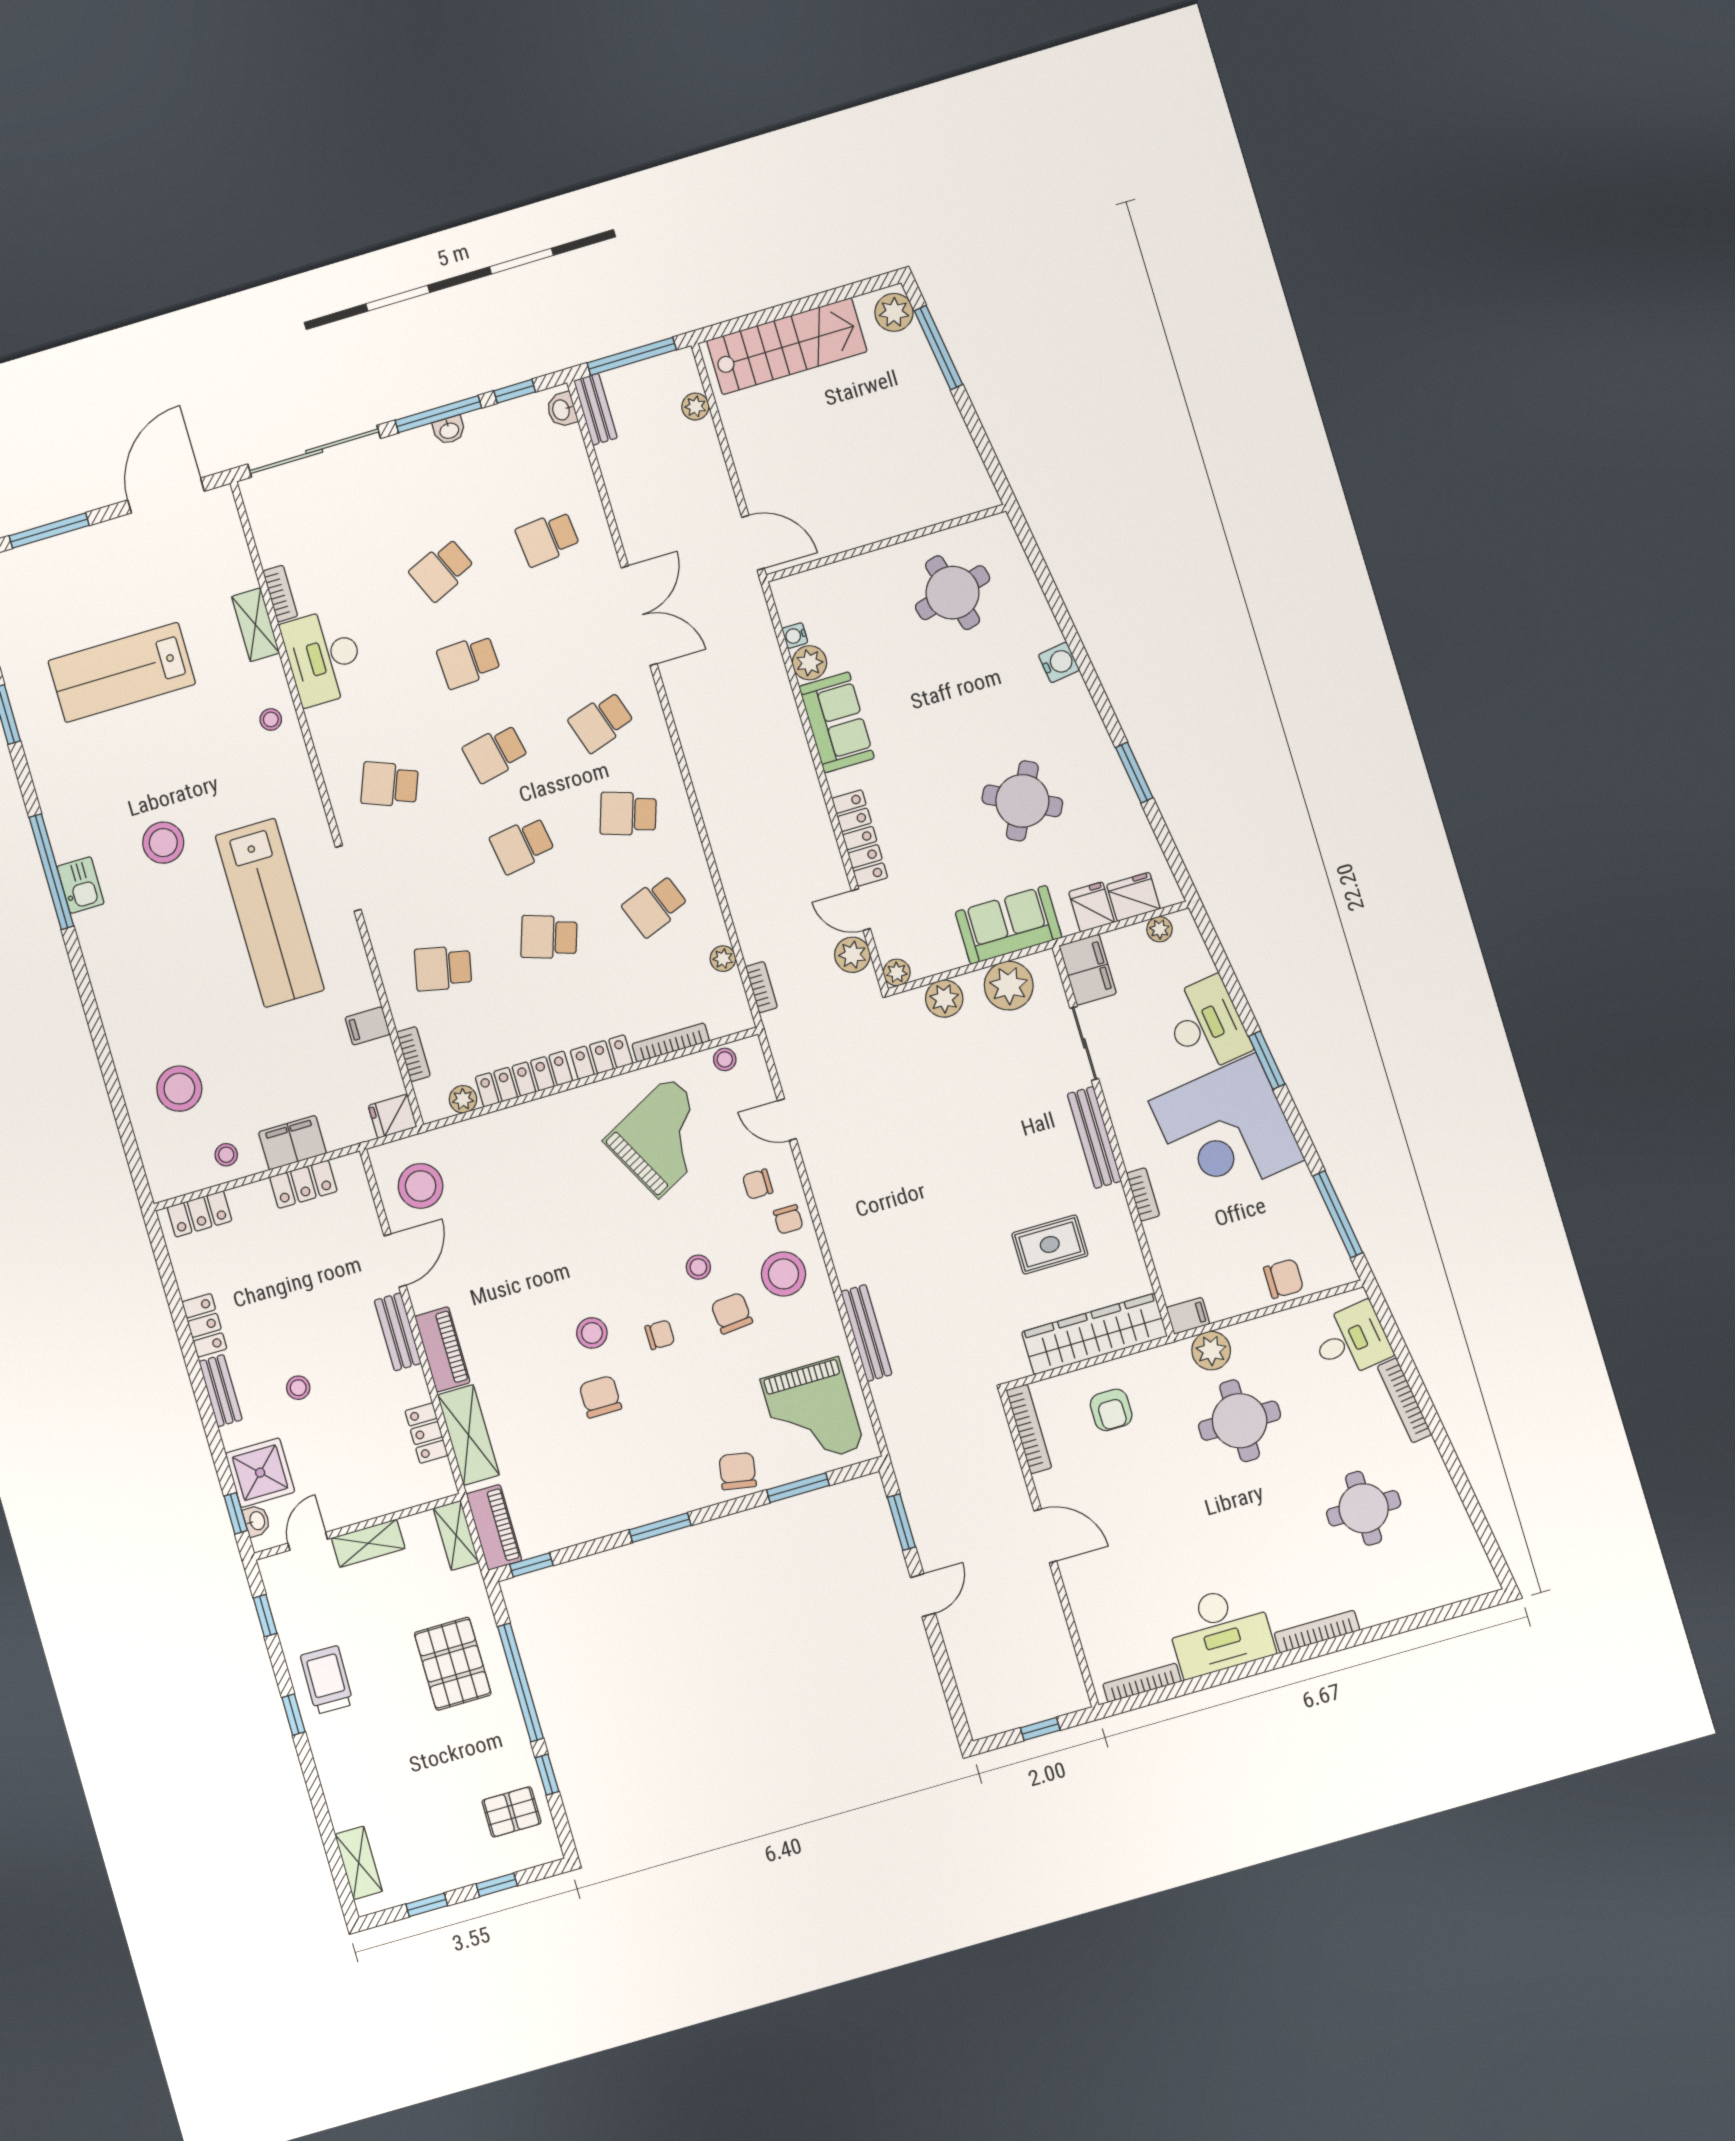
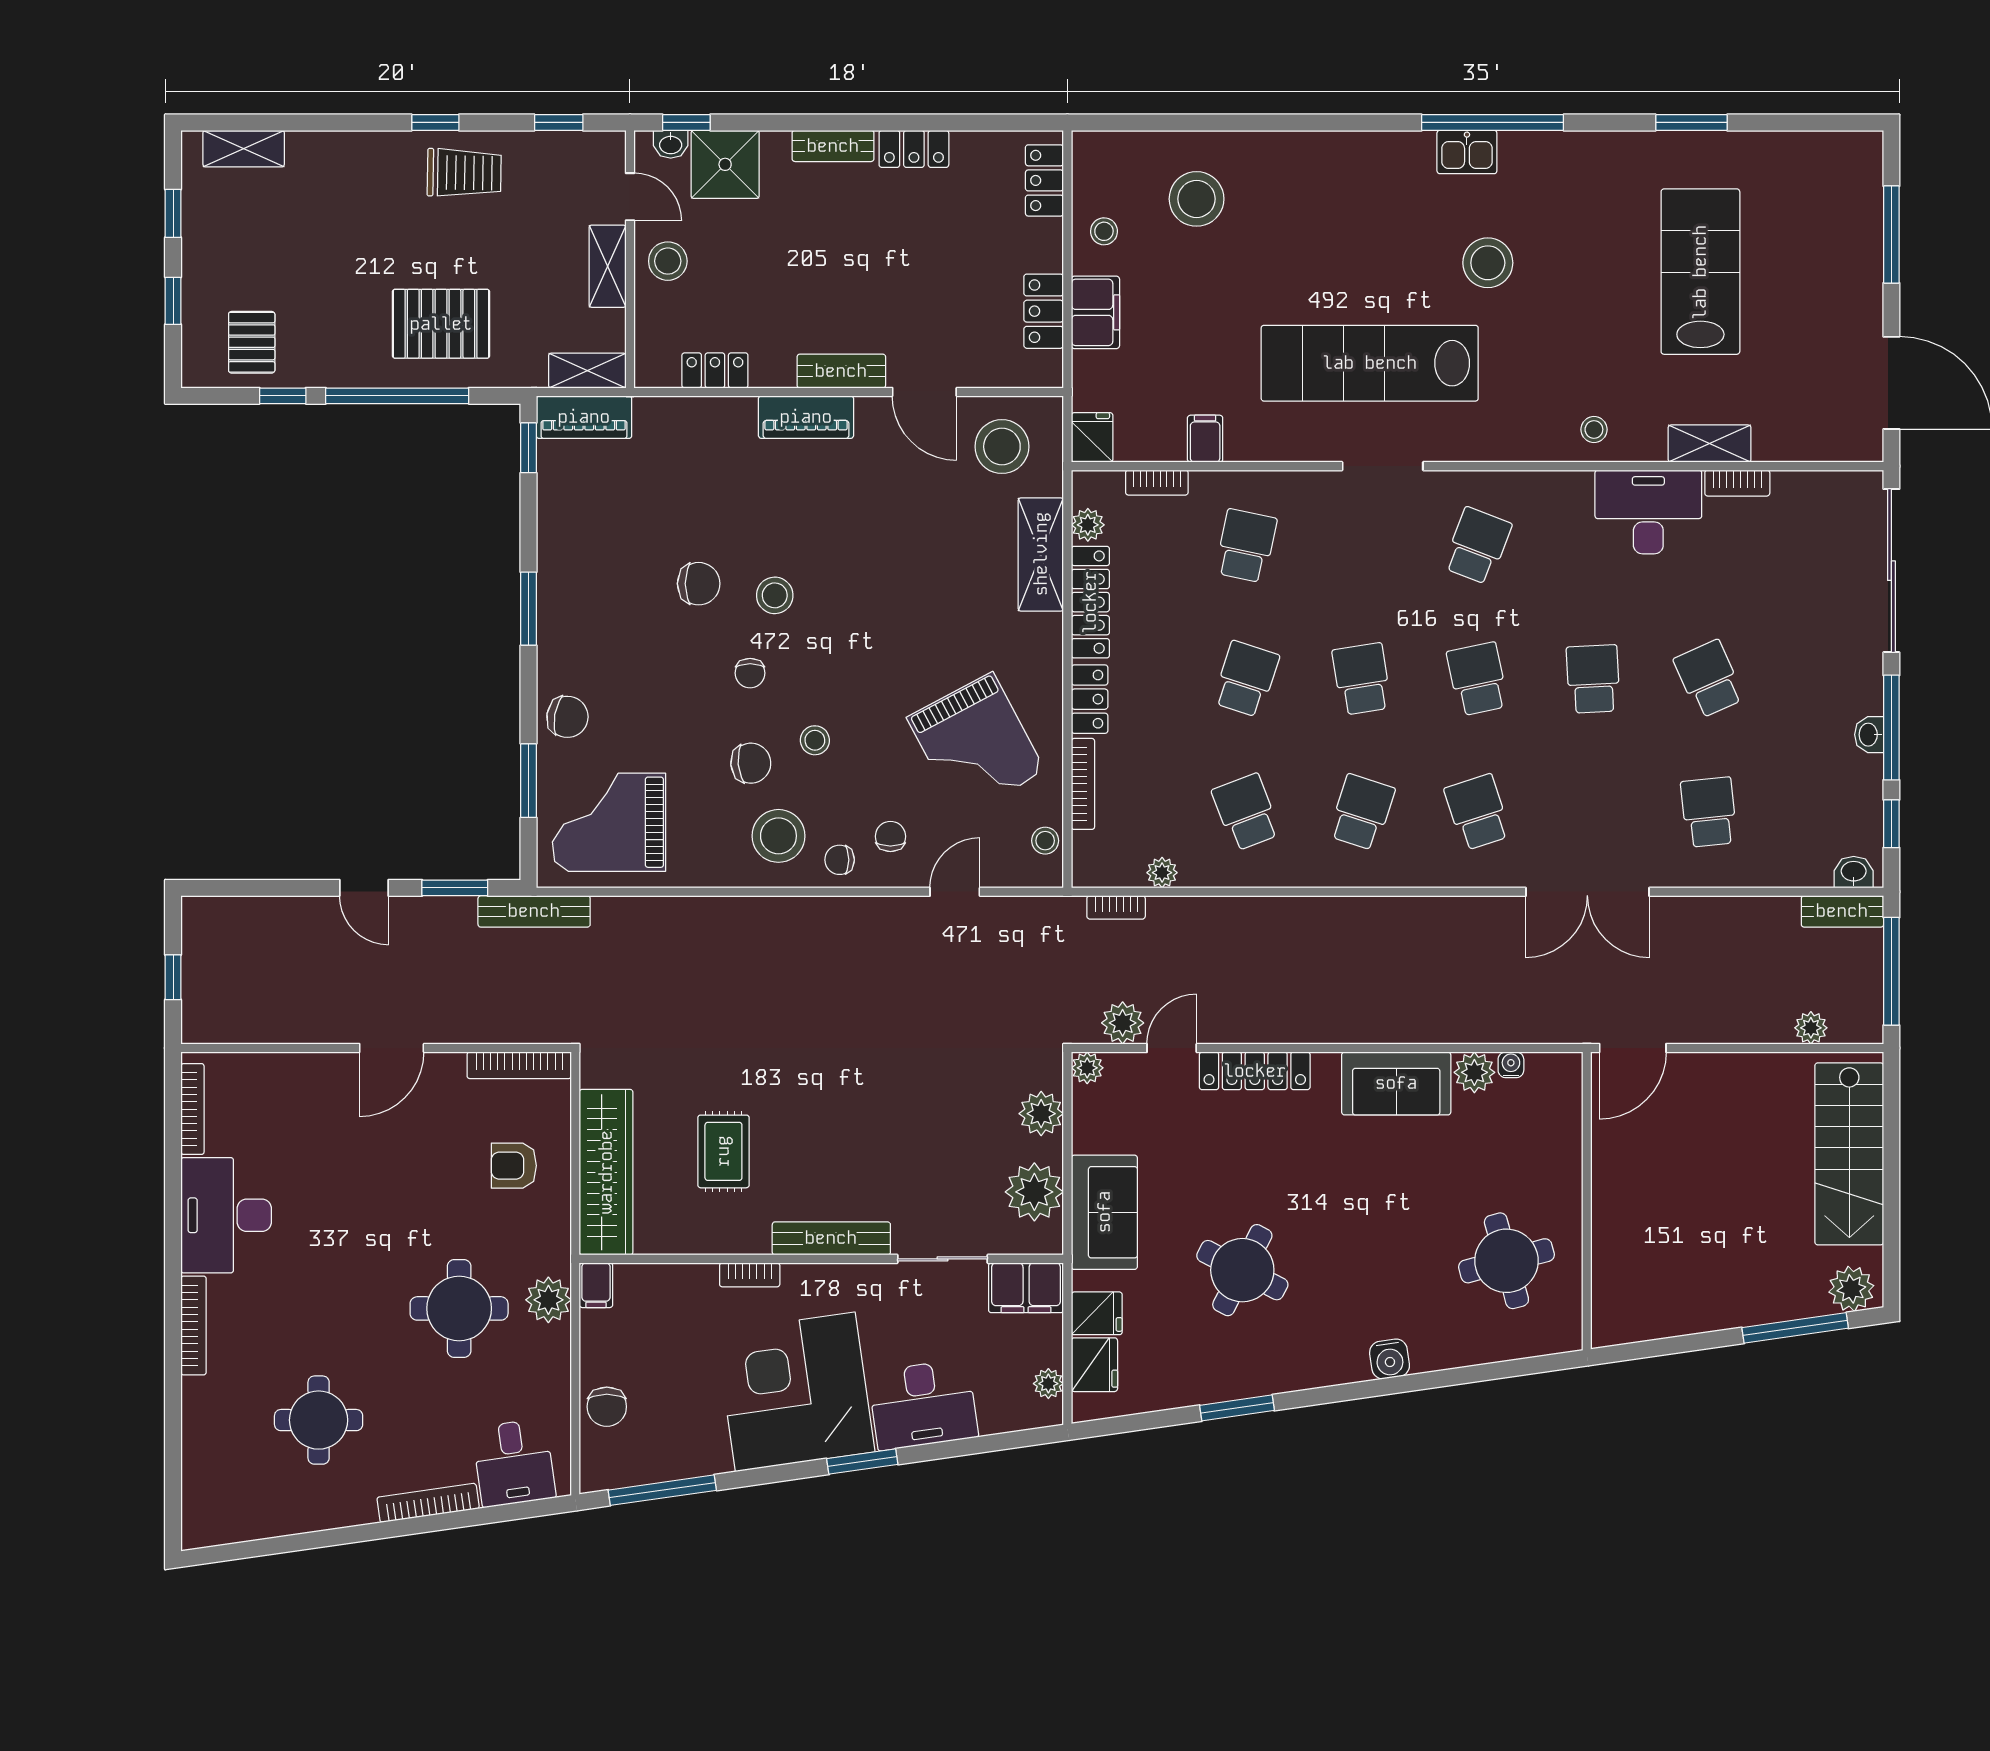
bench: (866, 1333) -> (534, 911), moved
stool: (298, 1388) -> (668, 261), moved, width x1.37, depth x1.37
shelving: (468, 1435) -> (1041, 554), moved, turned 90

